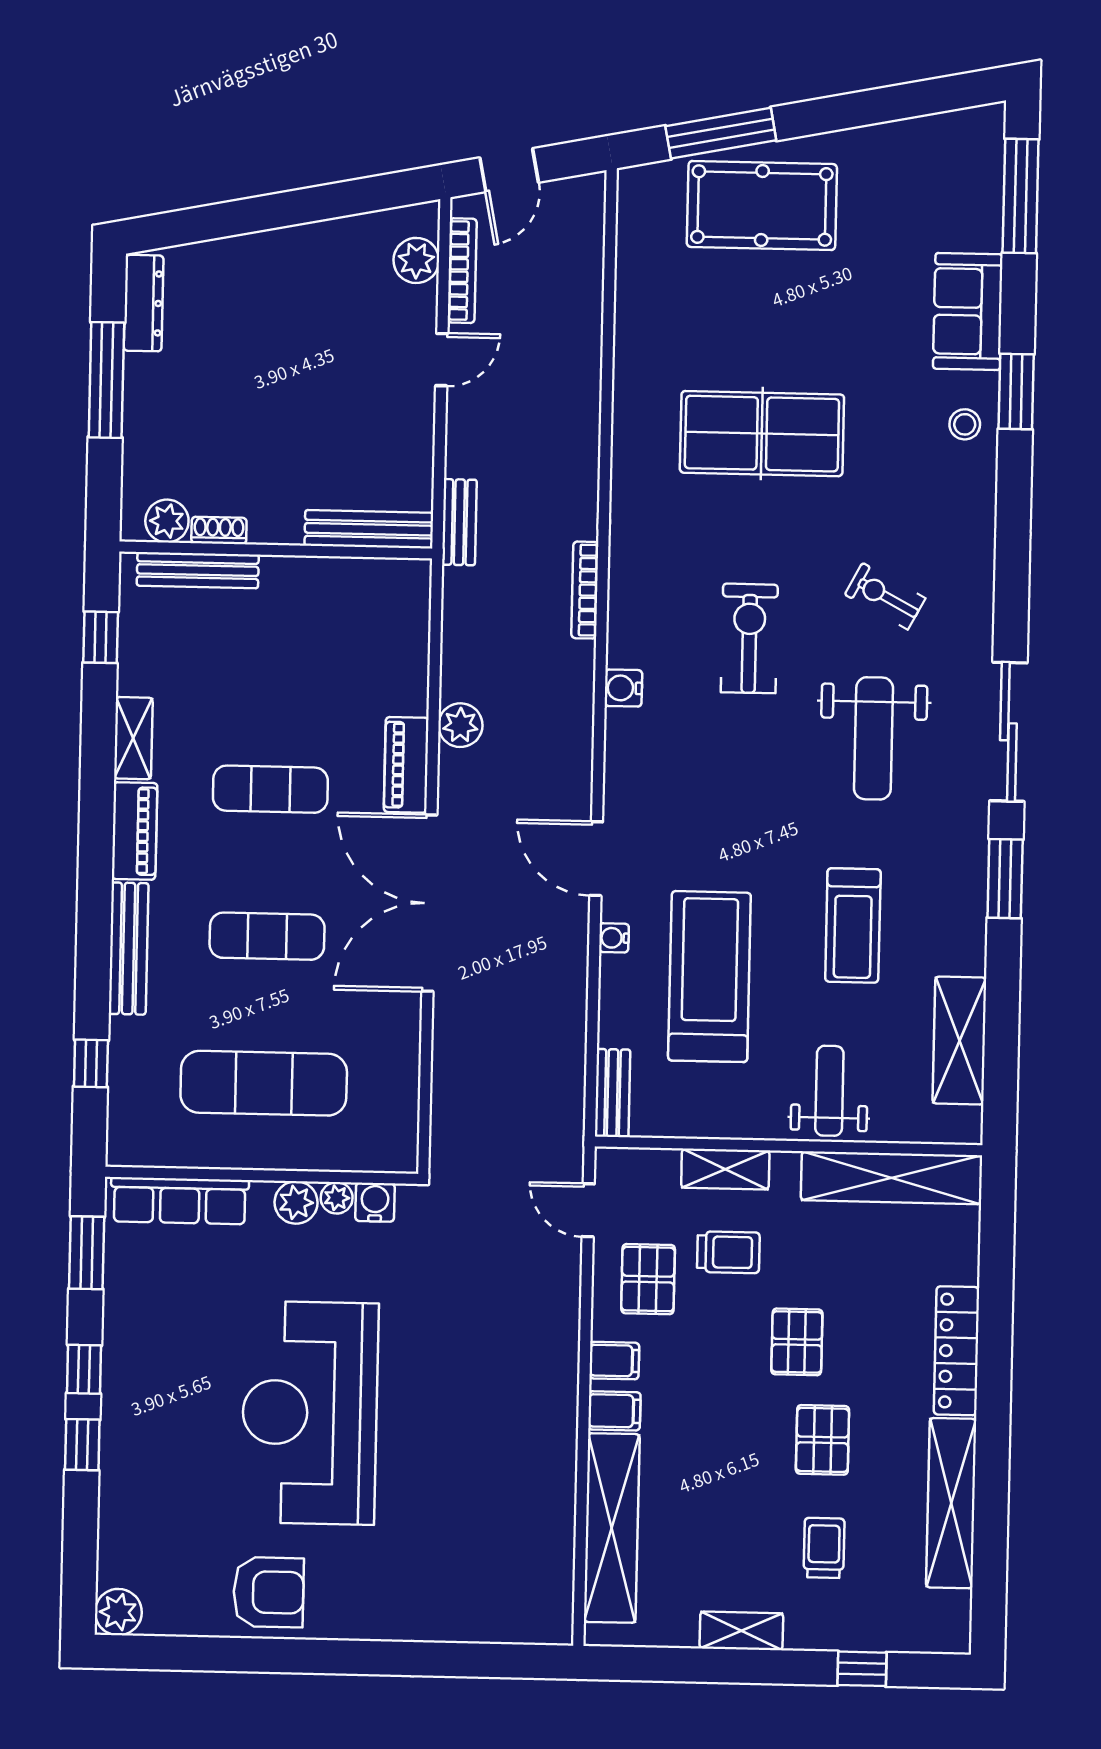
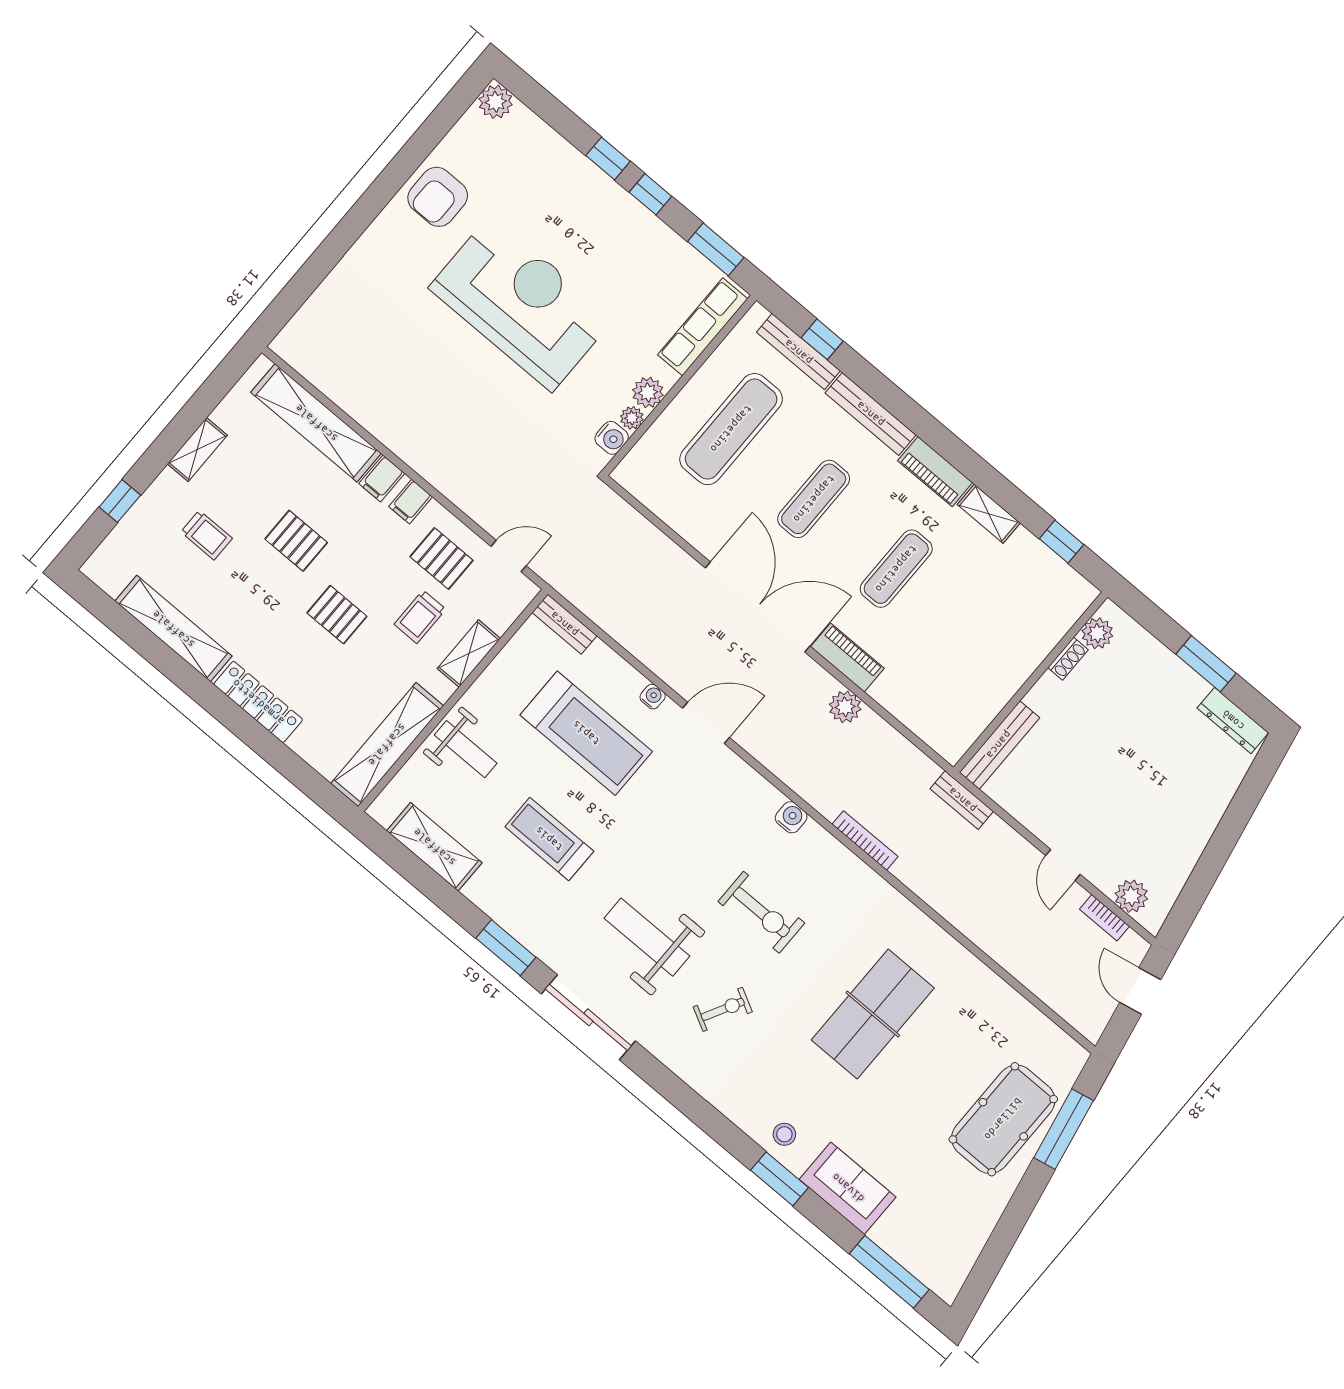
bookcase: (462, 271) -> (1104, 918), width x0.64
window: (106, 380) -> (1206, 664), width x0.69
bench: (198, 570) -> (798, 352), moved, turned 90
pallet: (822, 1440) -> (296, 541), moved

